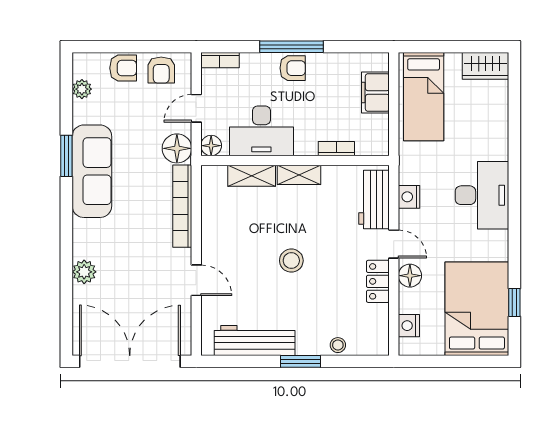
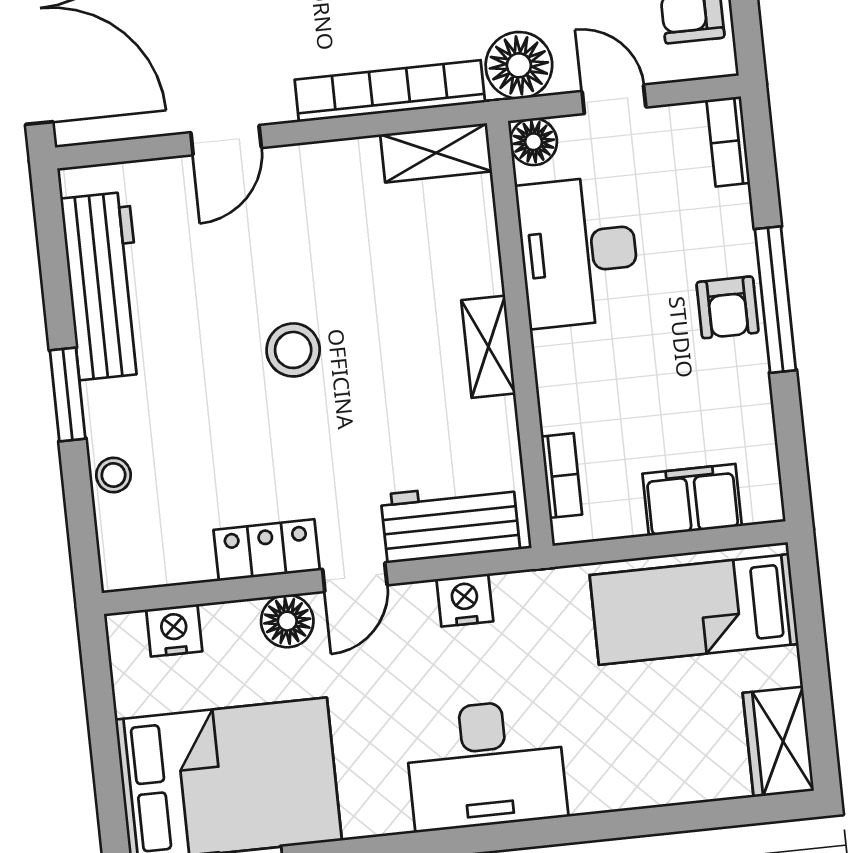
bookcase: (336, 149) -> (562, 476), moved
shelving: (252, 176) -> (436, 153), moved, turned 90

